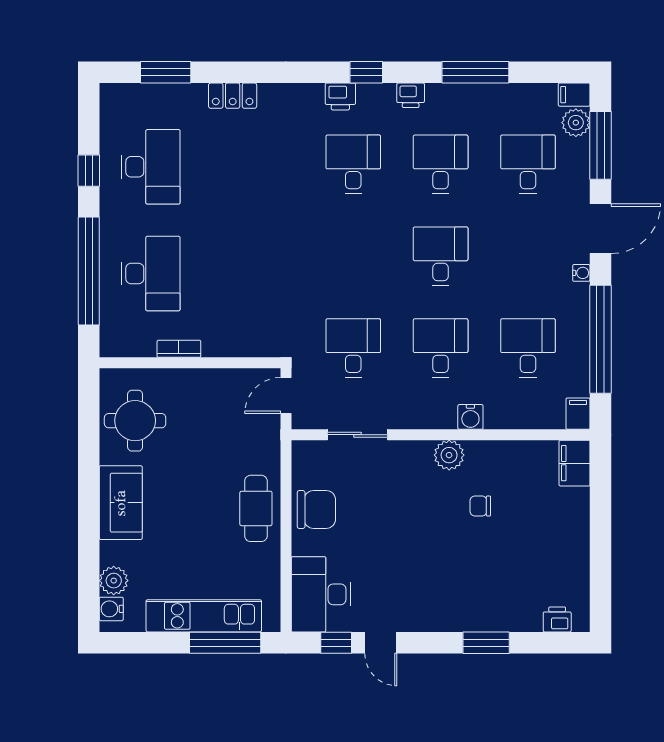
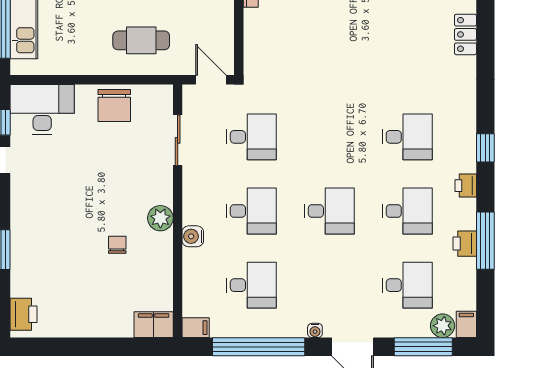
printer: (340, 96) -> (465, 244), moved
cafe table: (256, 508) -> (141, 40), moved
printer: (557, 619) -> (23, 314), width x1.36, depth x1.24

